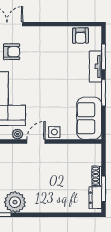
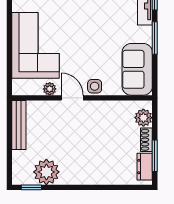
door: (36, 142) -> (72, 98), hinge flipped
plant: (94, 158) -> (143, 118), added

